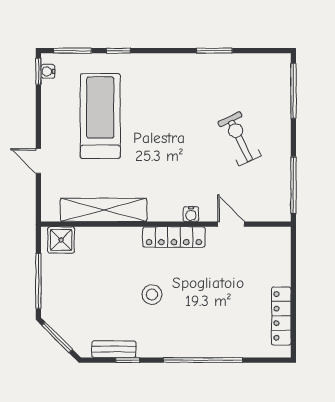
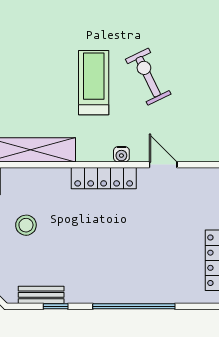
treadmill: (100, 116) -> (94, 83), moved, width x0.73, depth x0.73
exercise bike: (239, 139) -> (148, 77), moved
stool: (152, 295) -> (26, 225), moved

